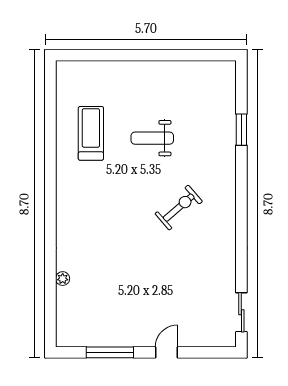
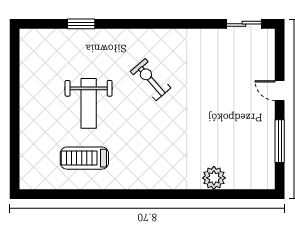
weight bench: (152, 138) -> (89, 103), width x1.36, depth x1.33
plant: (63, 279) -> (214, 178), width x1.88, depth x1.88

